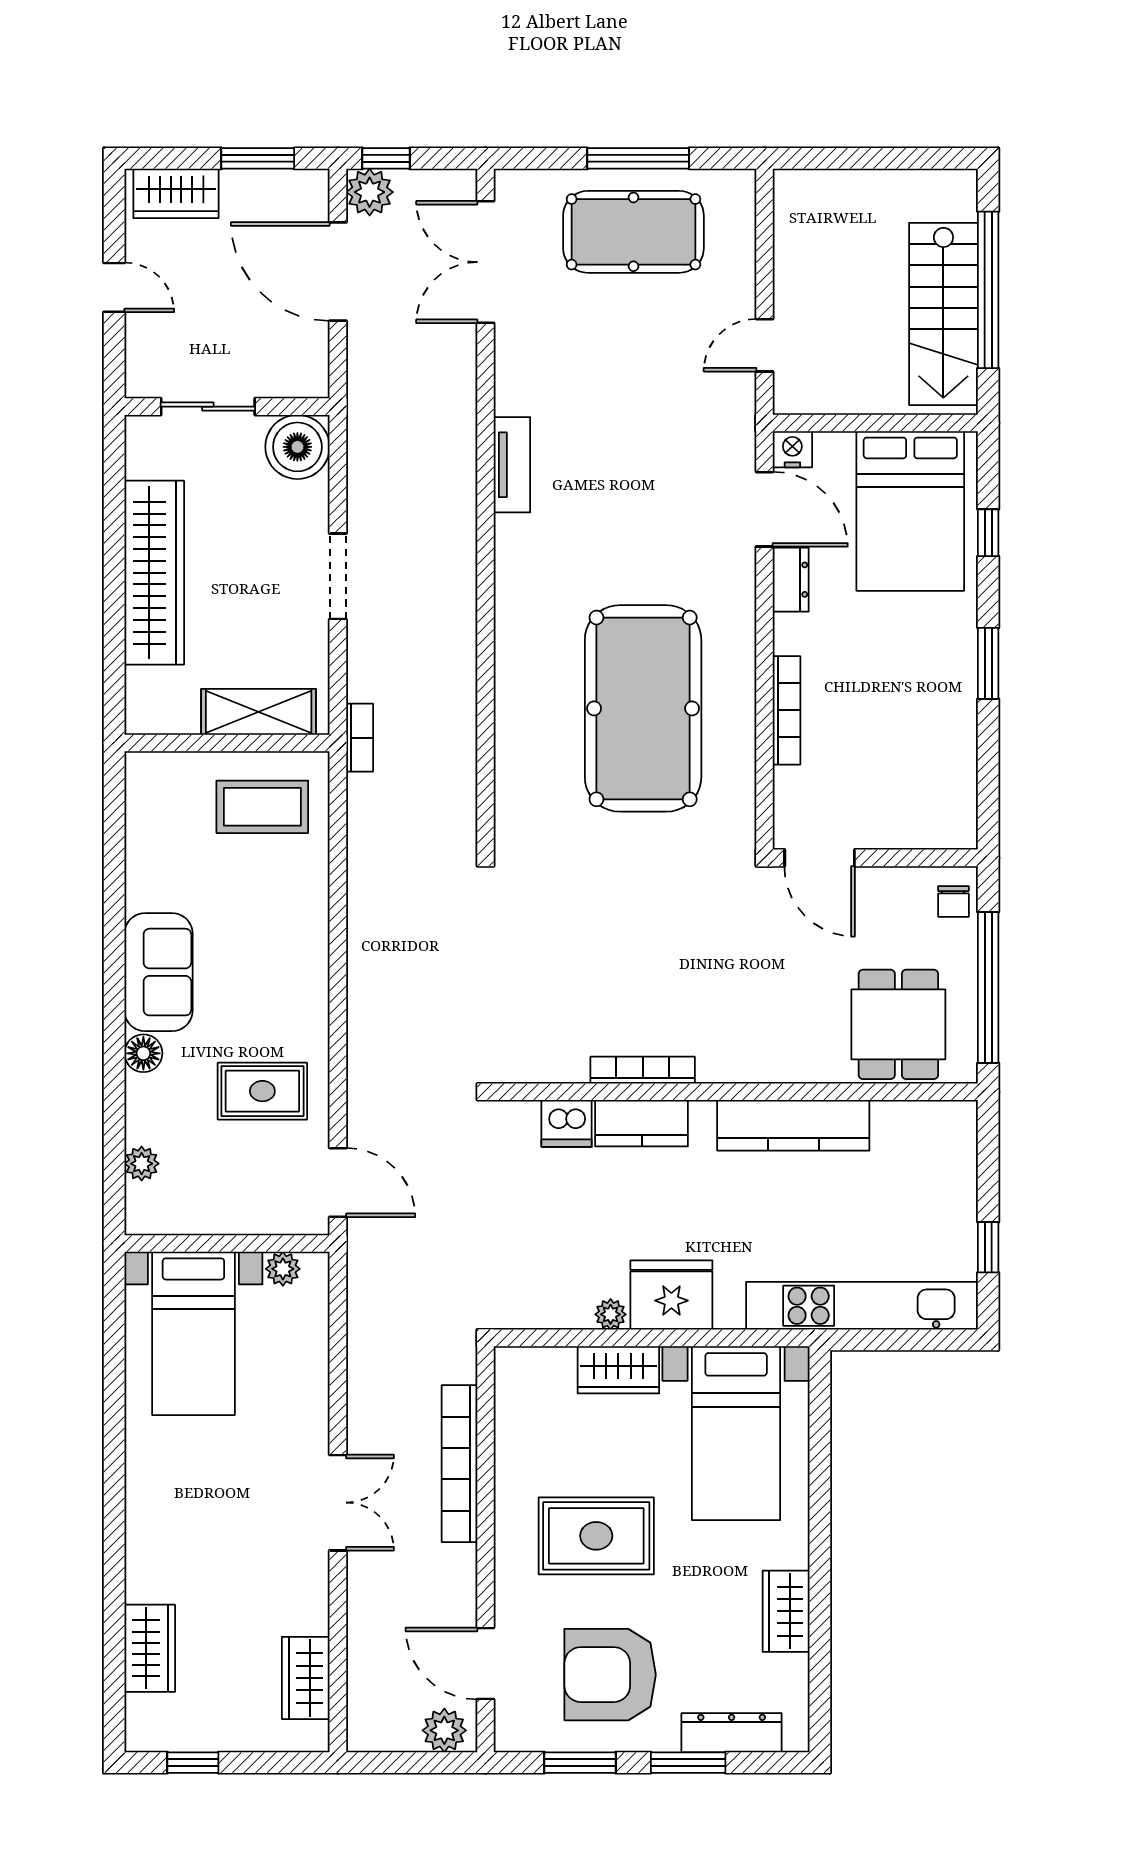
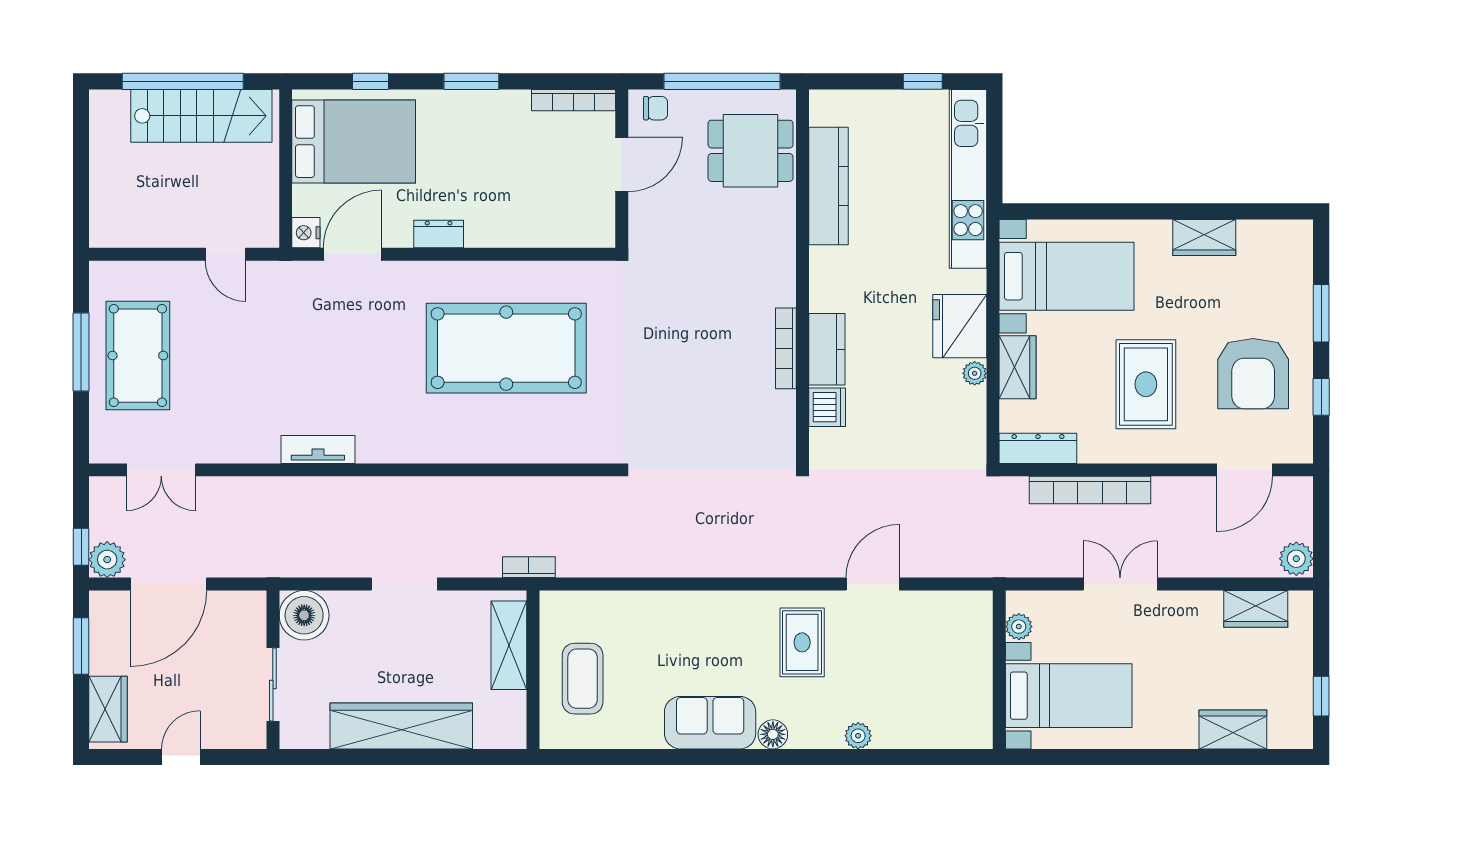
double door: (485, 262) -> (161, 470), width x0.73
dresser: (791, 580) -> (439, 234), moved
bookcase: (787, 710) -> (574, 100), moved, turned 180
coffee table: (262, 807) -> (583, 679), moved
door: (820, 858) -> (622, 164), moved
kitchen counter: (793, 1125) -> (829, 186), moved
wall: (227, 1244) -> (999, 670), moved
plant: (283, 1269) -> (1019, 627), moved
bed with nightstands: (193, 1333) -> (1069, 696), moved
plant: (444, 1730) -> (1296, 559), moved
dresser: (732, 1733) -> (1038, 448), moved, turned 90
window: (580, 1763) -> (1321, 397), width x0.67

